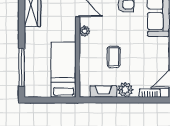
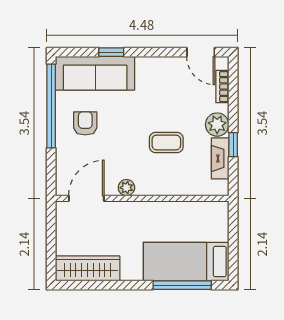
bed: (64, 70) -> (186, 262), moved
window: (112, 100) -> (233, 145), added

